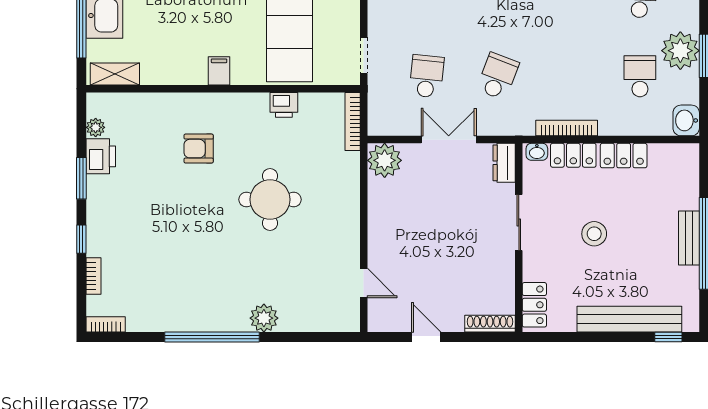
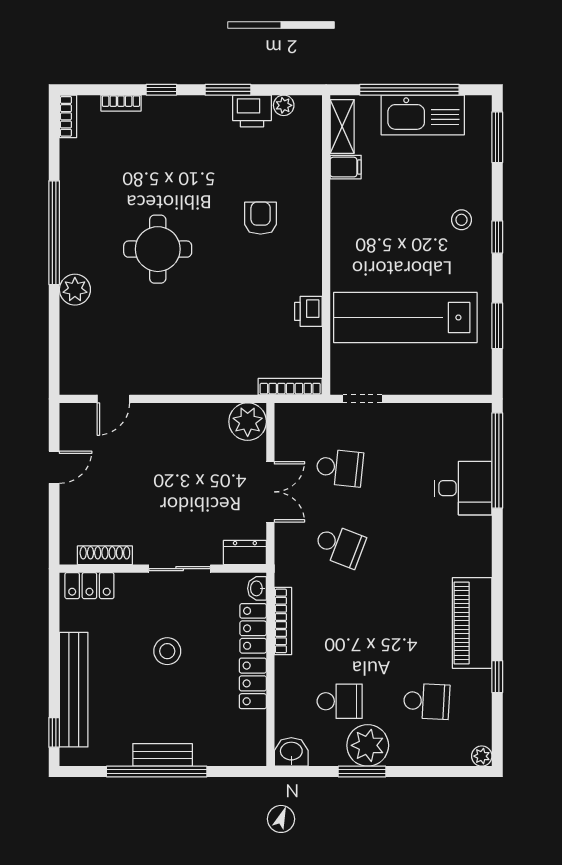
filing cabinet: (219, 71) -> (346, 167), moved
round table: (270, 200) -> (158, 249), moved
shoe rack: (490, 324) -> (105, 555), moved, turned -90

